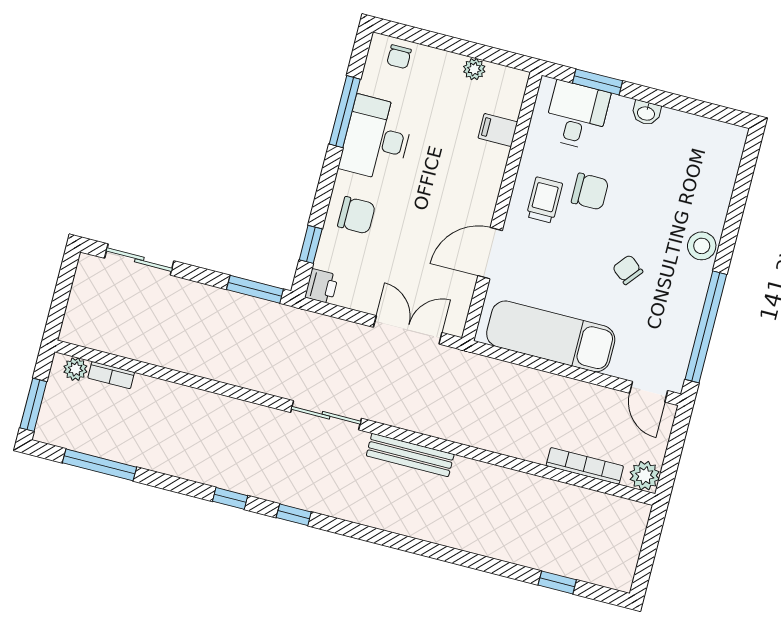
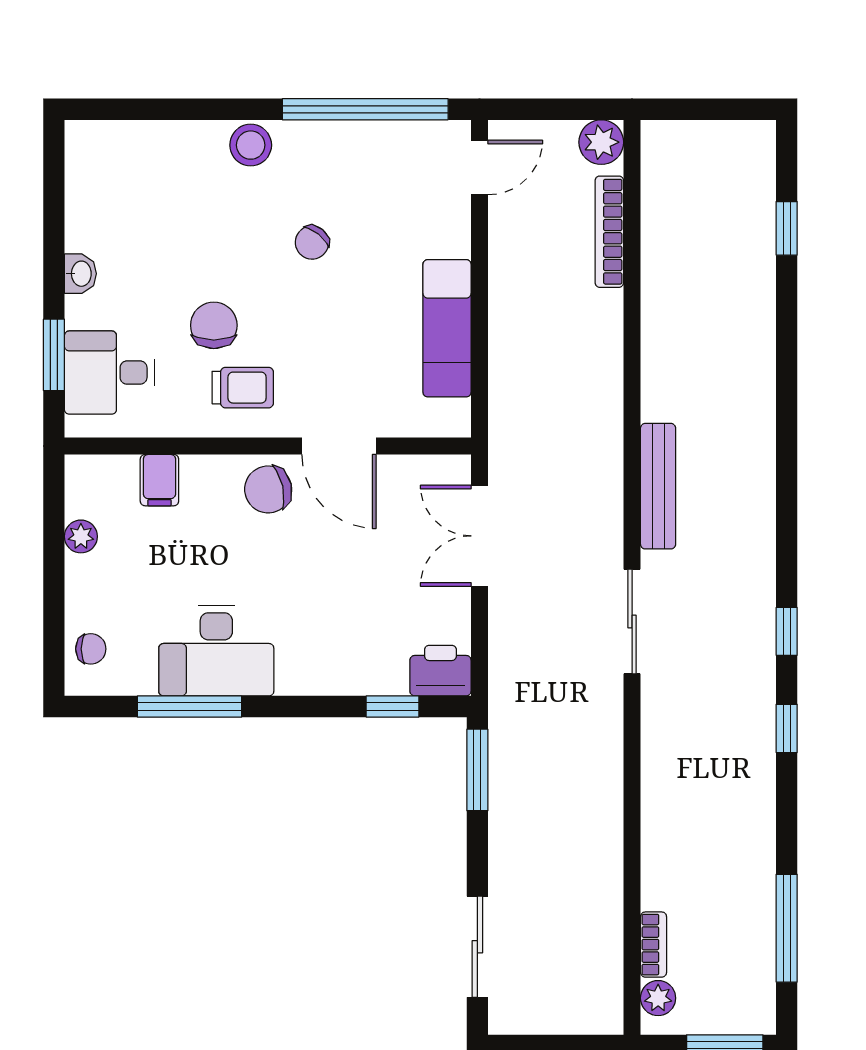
trolley: (544, 200) -> (243, 388), turned 180
chair: (356, 215) -> (268, 489), moved, turned -103
printer: (322, 286) -> (440, 671), width x1.36, depth x1.24
exam couch: (551, 336) -> (447, 328), width x0.73, depth x0.69

